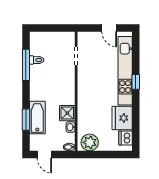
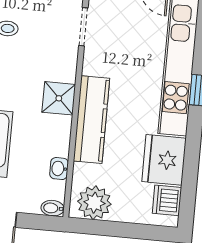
kitchen counter: (84, 101) -> (92, 120), added
shower: (67, 113) -> (59, 98), moved

